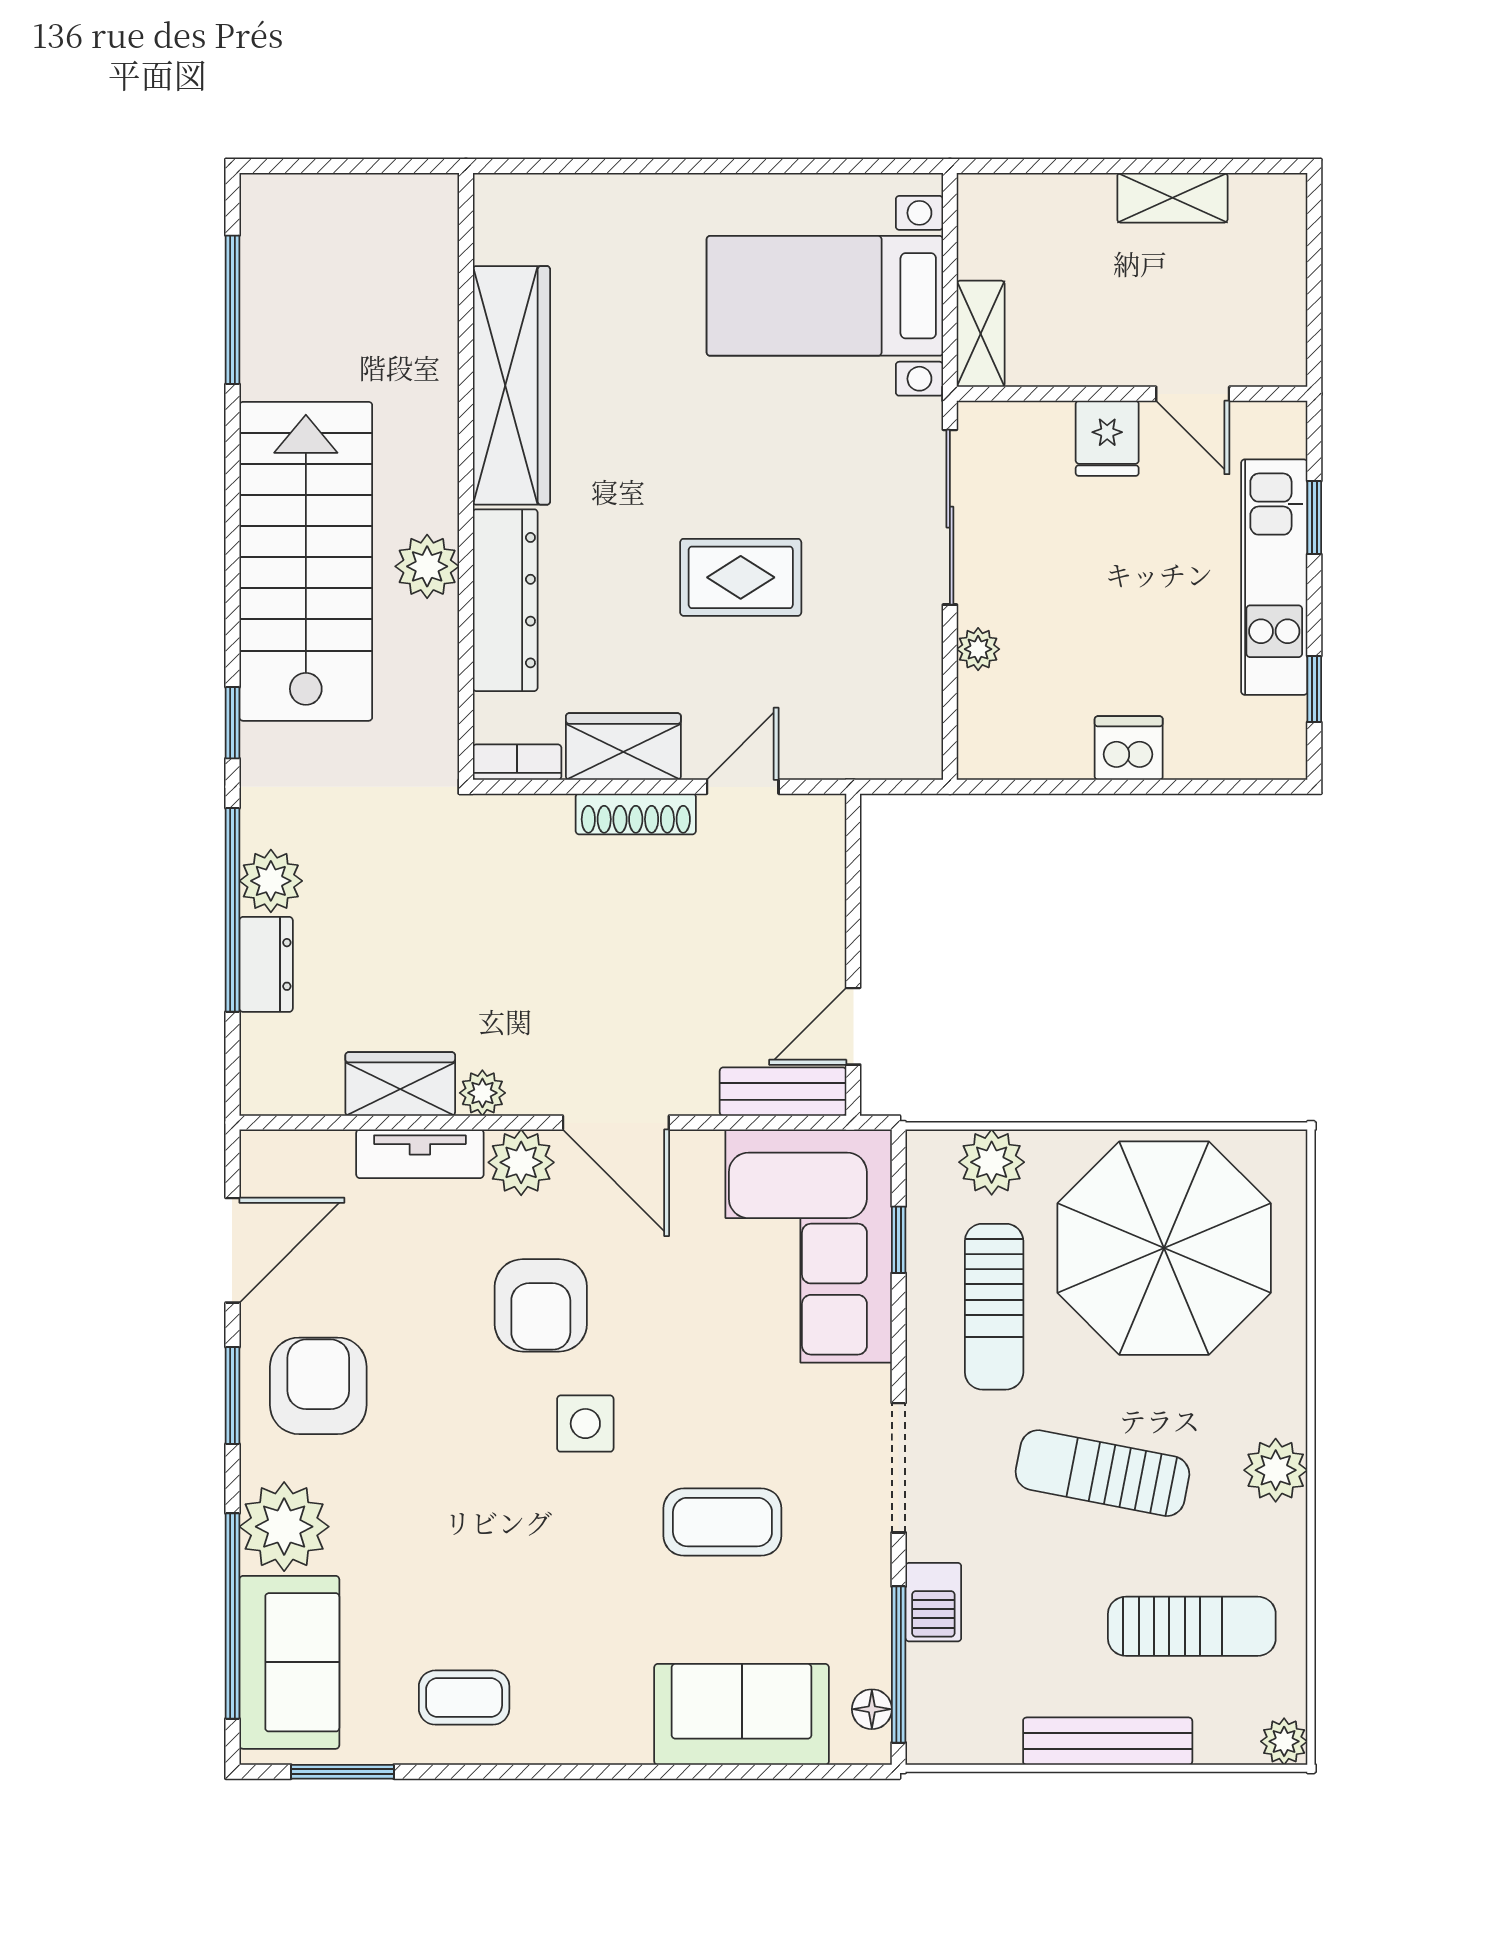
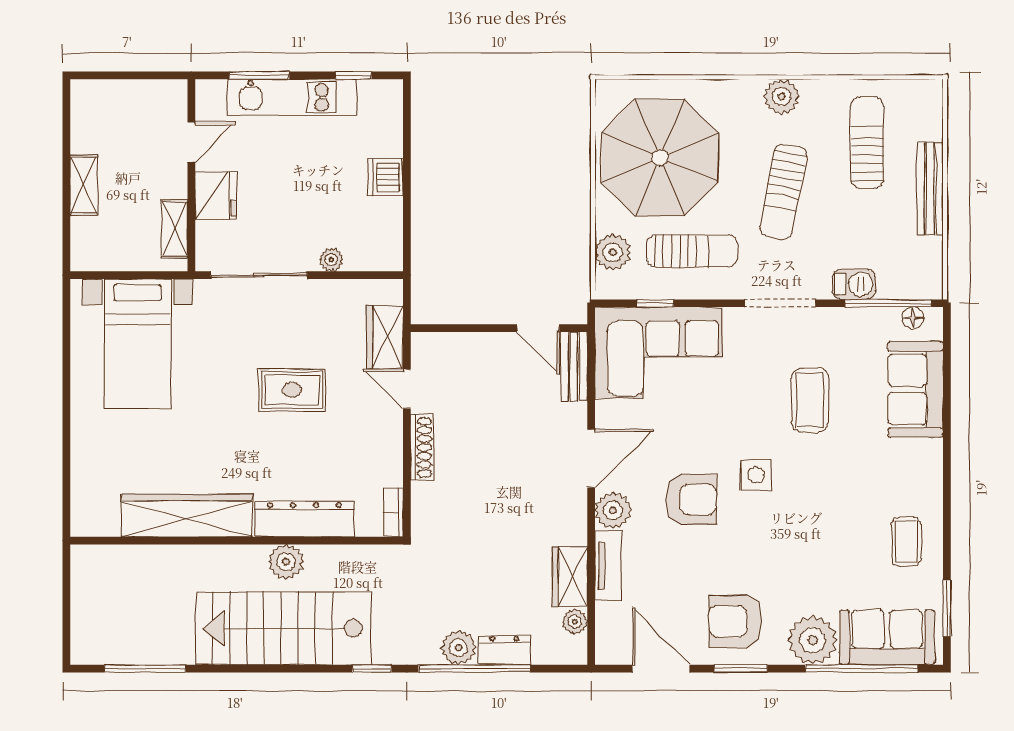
shelving: (1172, 198) -> (84, 185), moved
shelving: (981, 334) -> (175, 229), moved, turned 90
fridge: (1107, 438) -> (216, 196), width x1.38
window: (1314, 518) -> (259, 75), width x1.50
rug: (741, 577) -> (292, 390), turned 90
wardrobe: (623, 747) -> (385, 337), moved
plant: (482, 1093) -> (575, 622), moved
plant: (1284, 1741) -> (930, 92), removed

